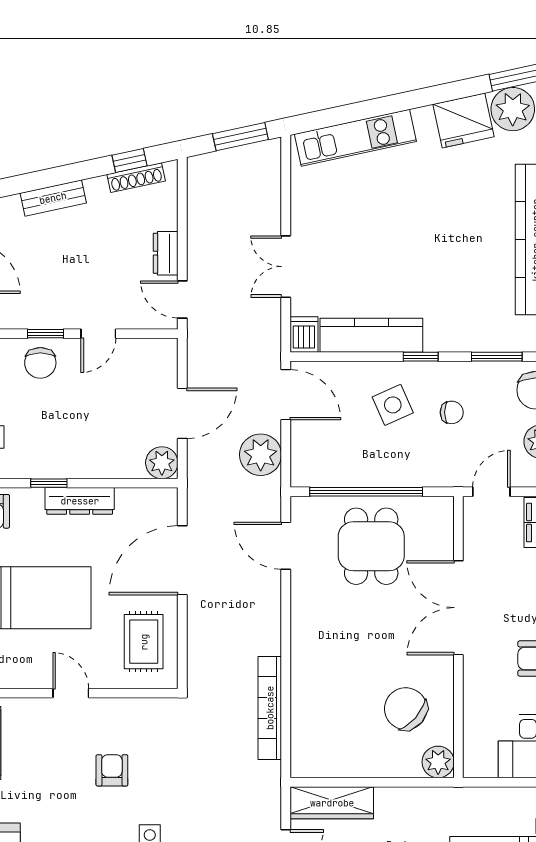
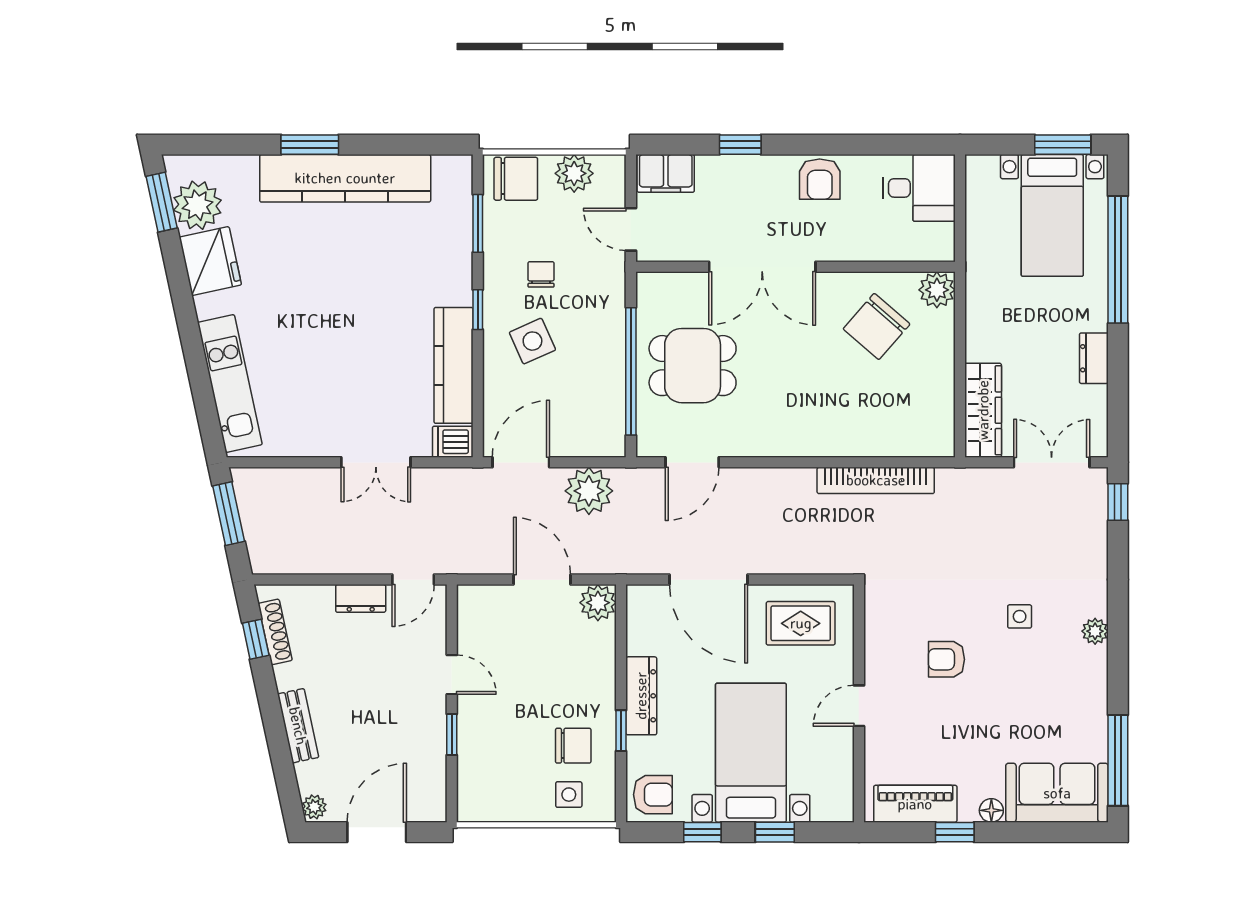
chair: (40, 363) -> (573, 746), moved

